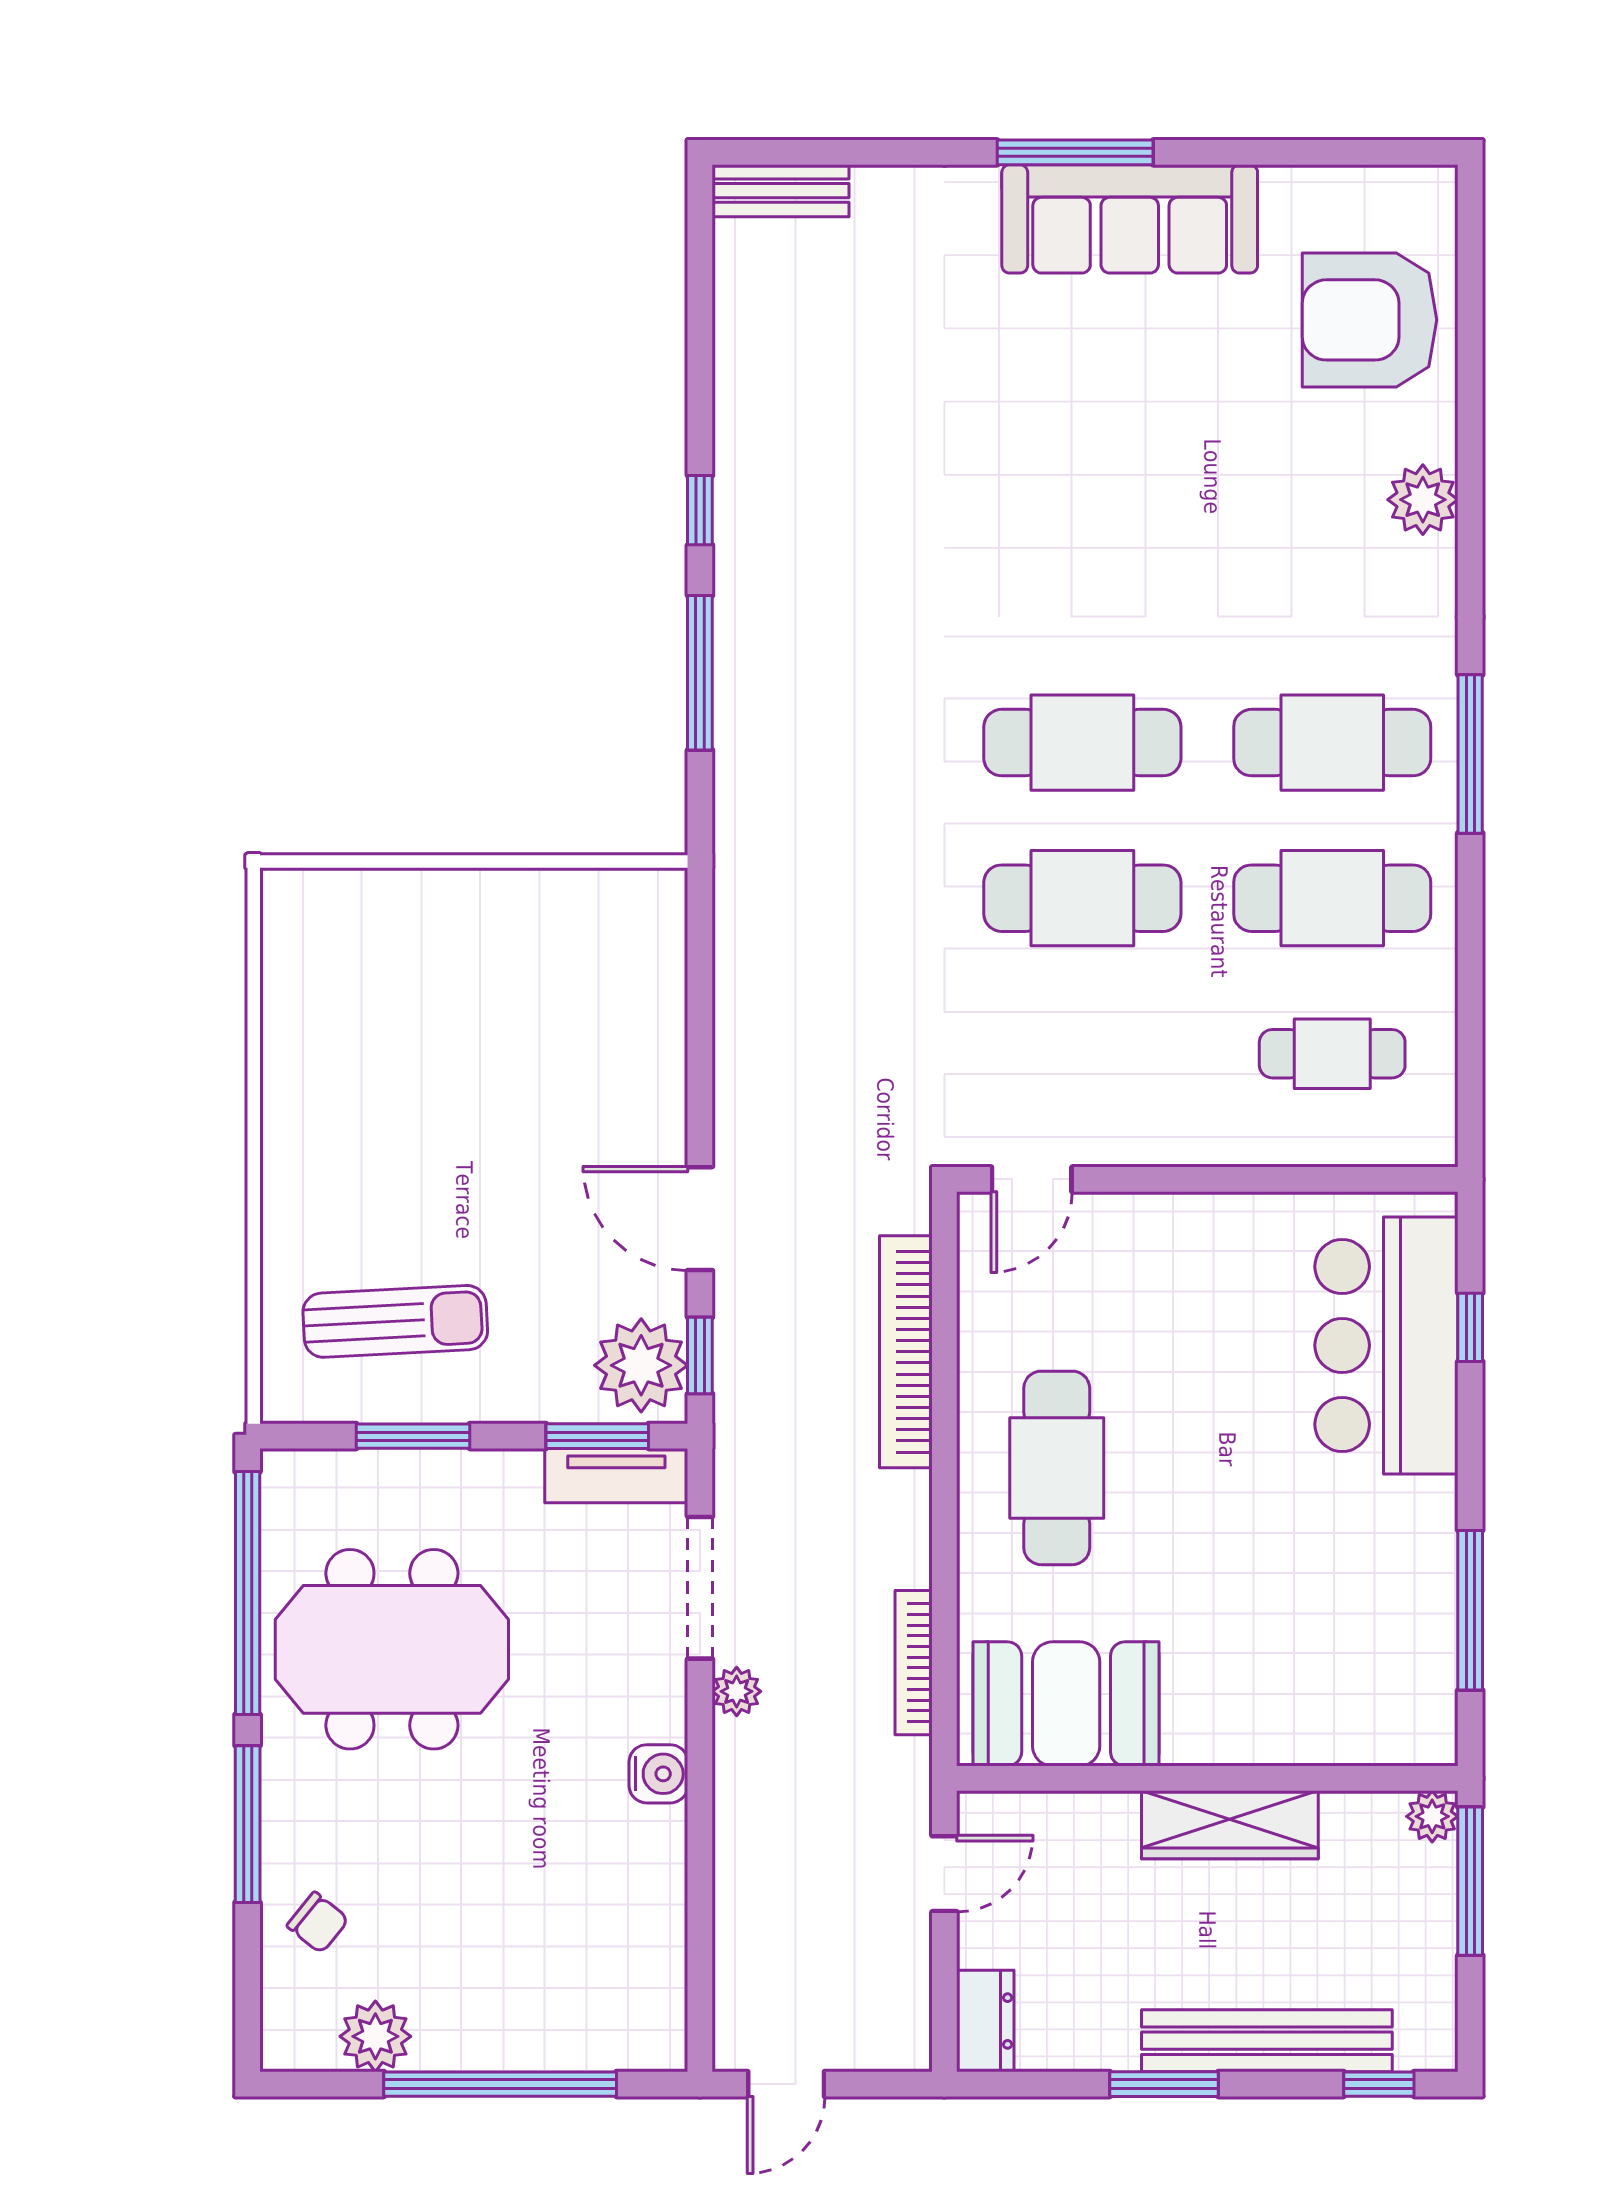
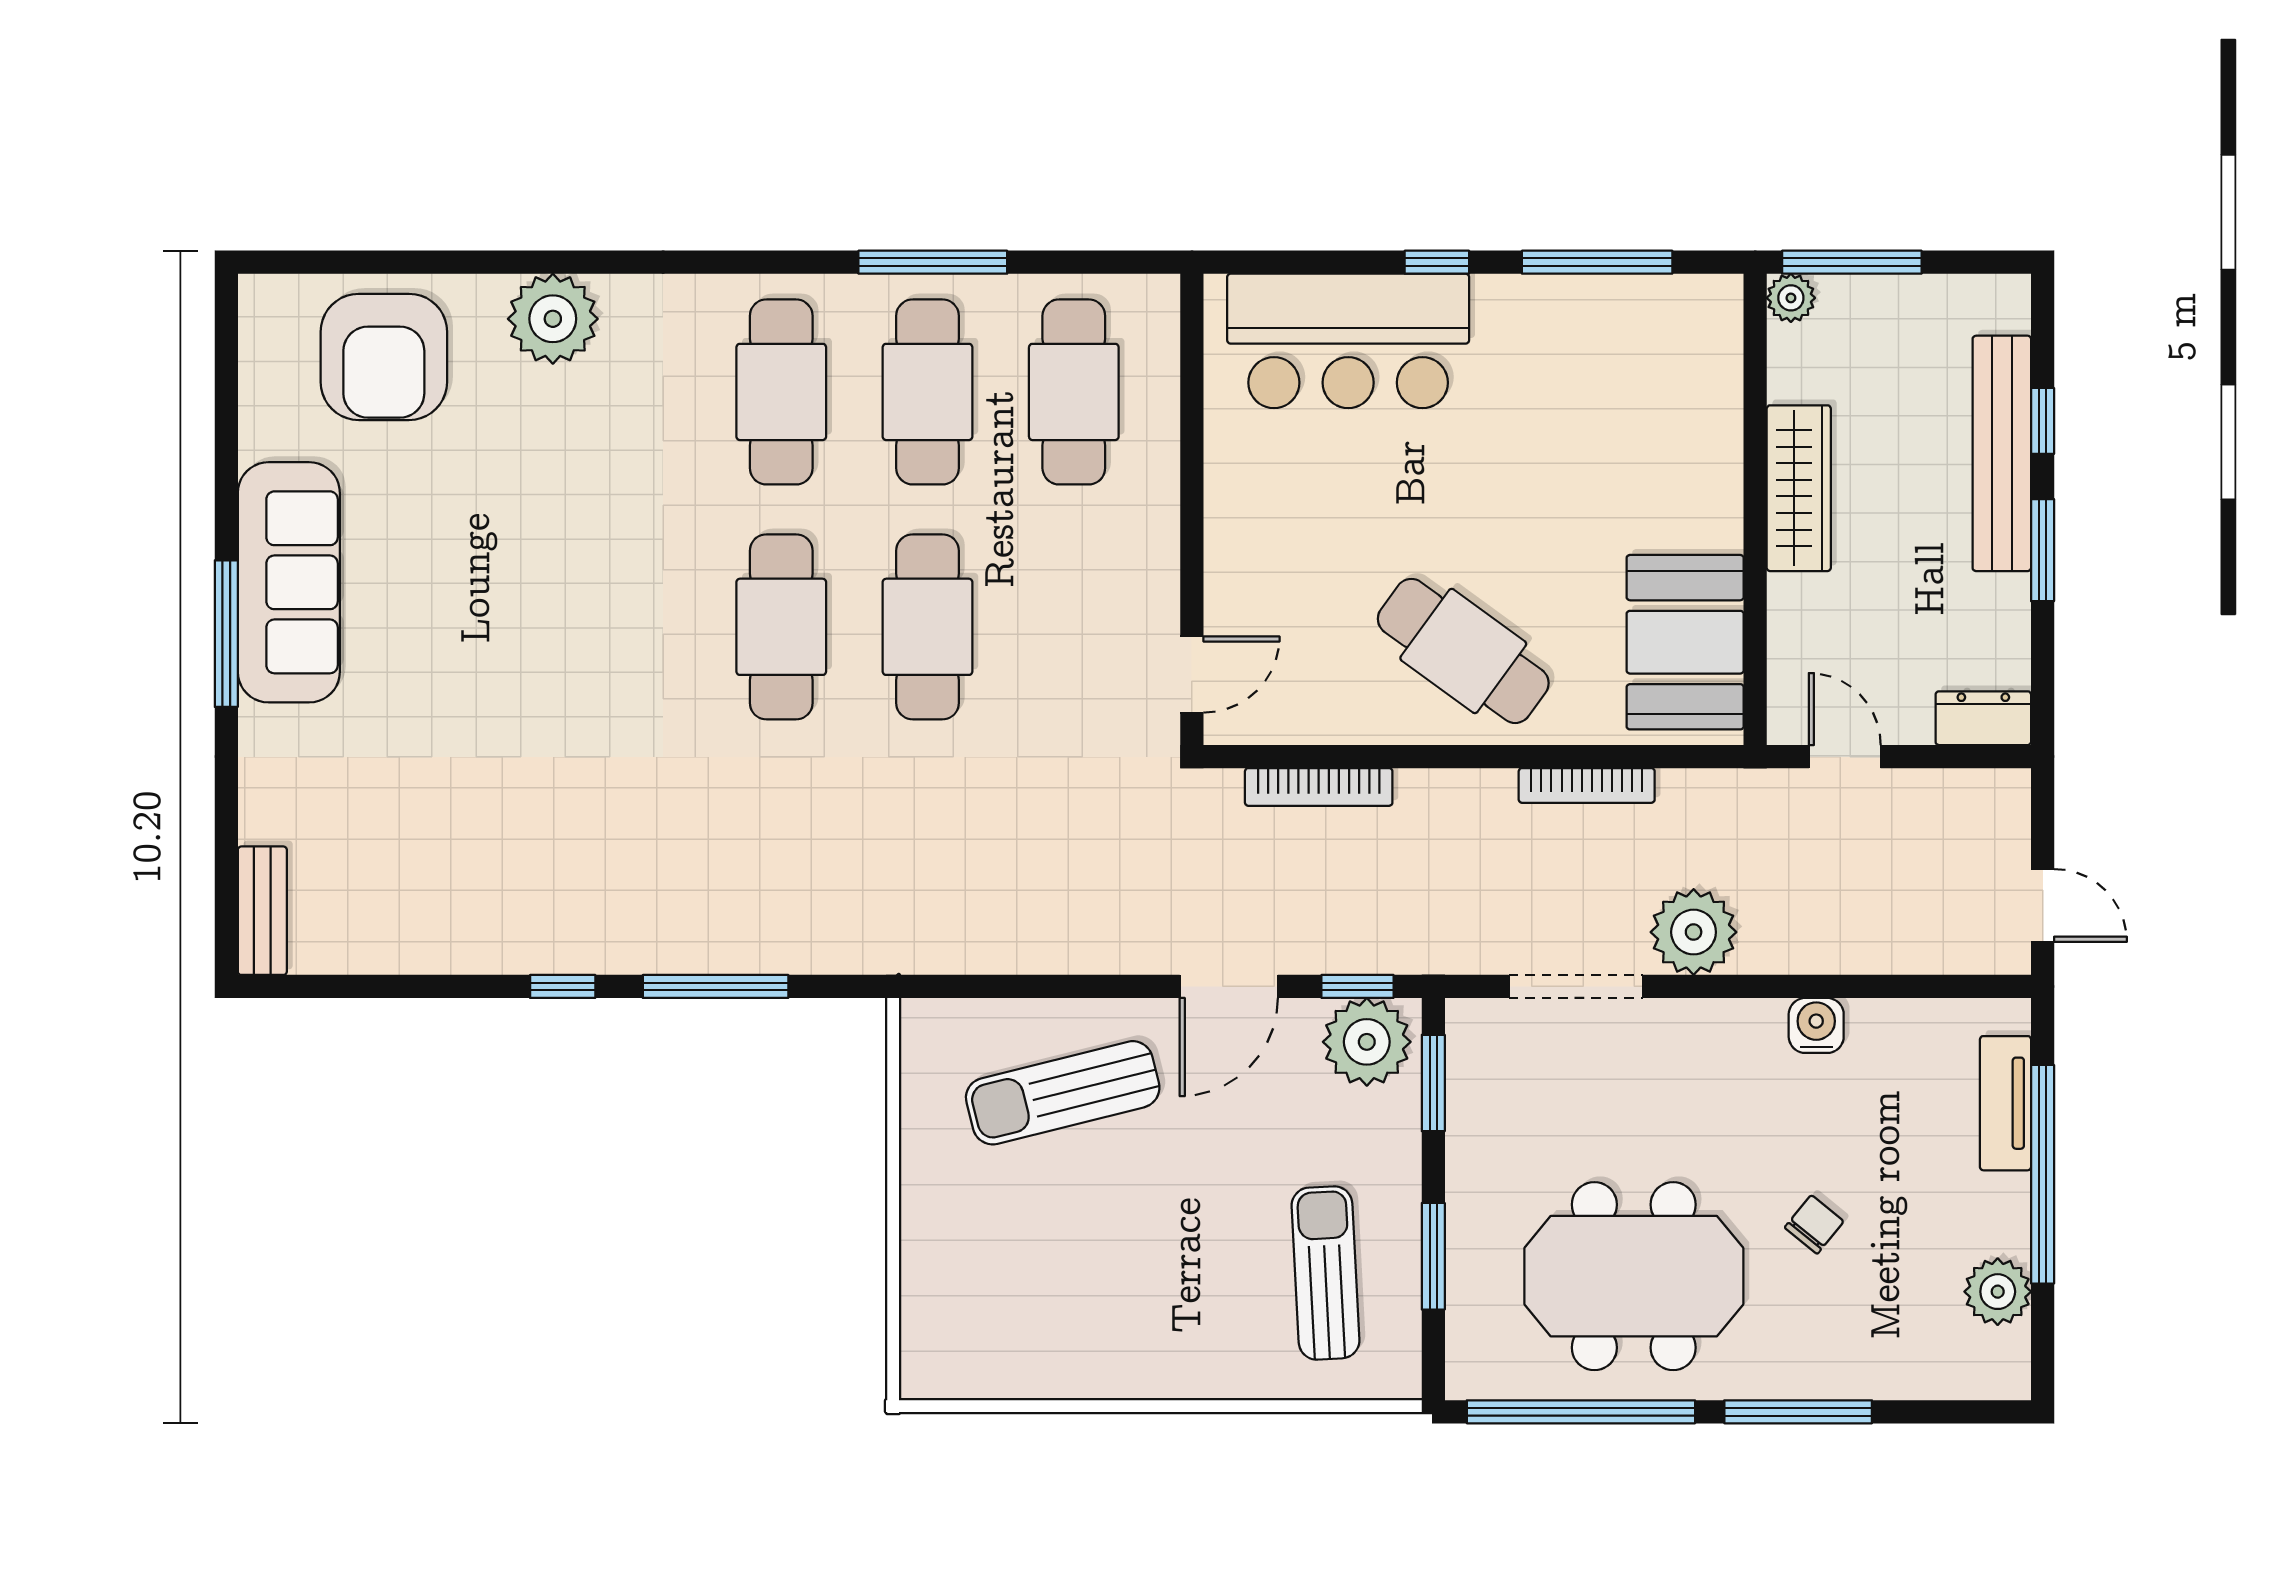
plant: (1423, 500) -> (553, 319), width x1.36, depth x1.36
window: (1470, 754) -> (933, 262), moved
sun lounger: (587, 1042) -> (1063, 1093), added
cafe table: (1332, 1054) -> (1074, 392), width x1.37, depth x1.35
door: (1032, 1179) -> (1192, 675), hinge flipped
window: (1470, 1327) -> (1437, 262), moved
bookcase: (906, 1352) -> (1319, 787), width x0.68, depth x0.76
cafe table: (1057, 1468) -> (1463, 651), turned 36
tv unit: (616, 1476) -> (2005, 1103), moved, turned 180
meeting table: (392, 1649) -> (1634, 1276), turned 90
bookcase: (914, 1663) -> (1587, 785), moved
plant: (737, 1691) -> (1694, 932), width x1.88, depth x1.88
water cooler: (658, 1774) -> (1816, 1025), moved
chair: (318, 1923) -> (1814, 1224), moved
window: (1379, 2084) -> (2043, 421), moved

